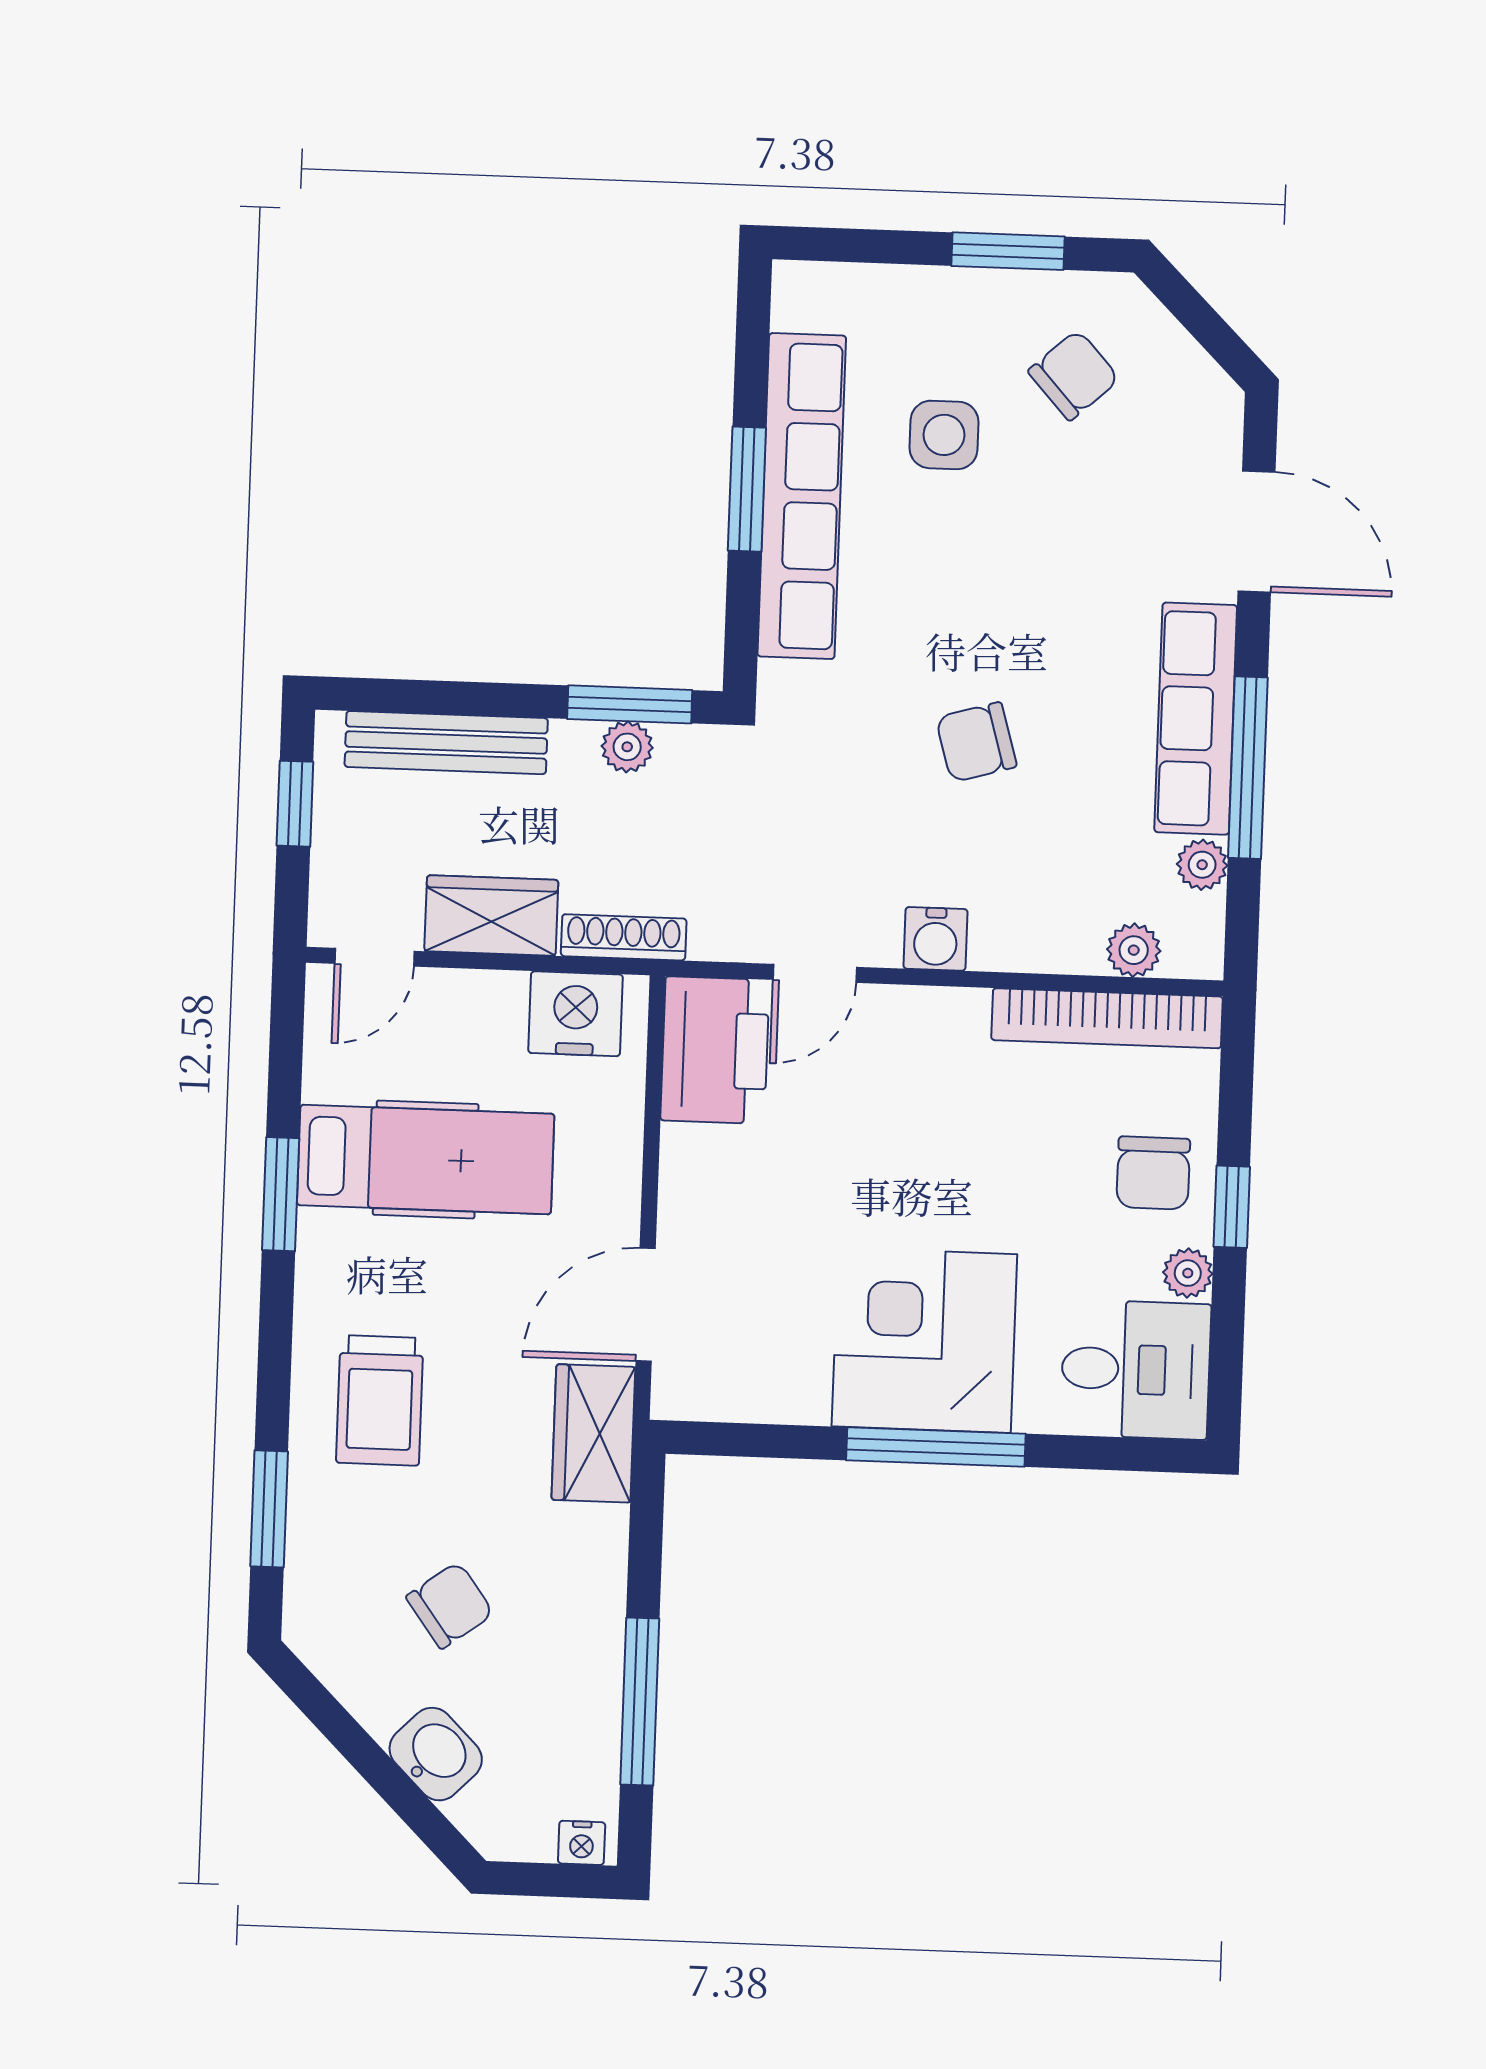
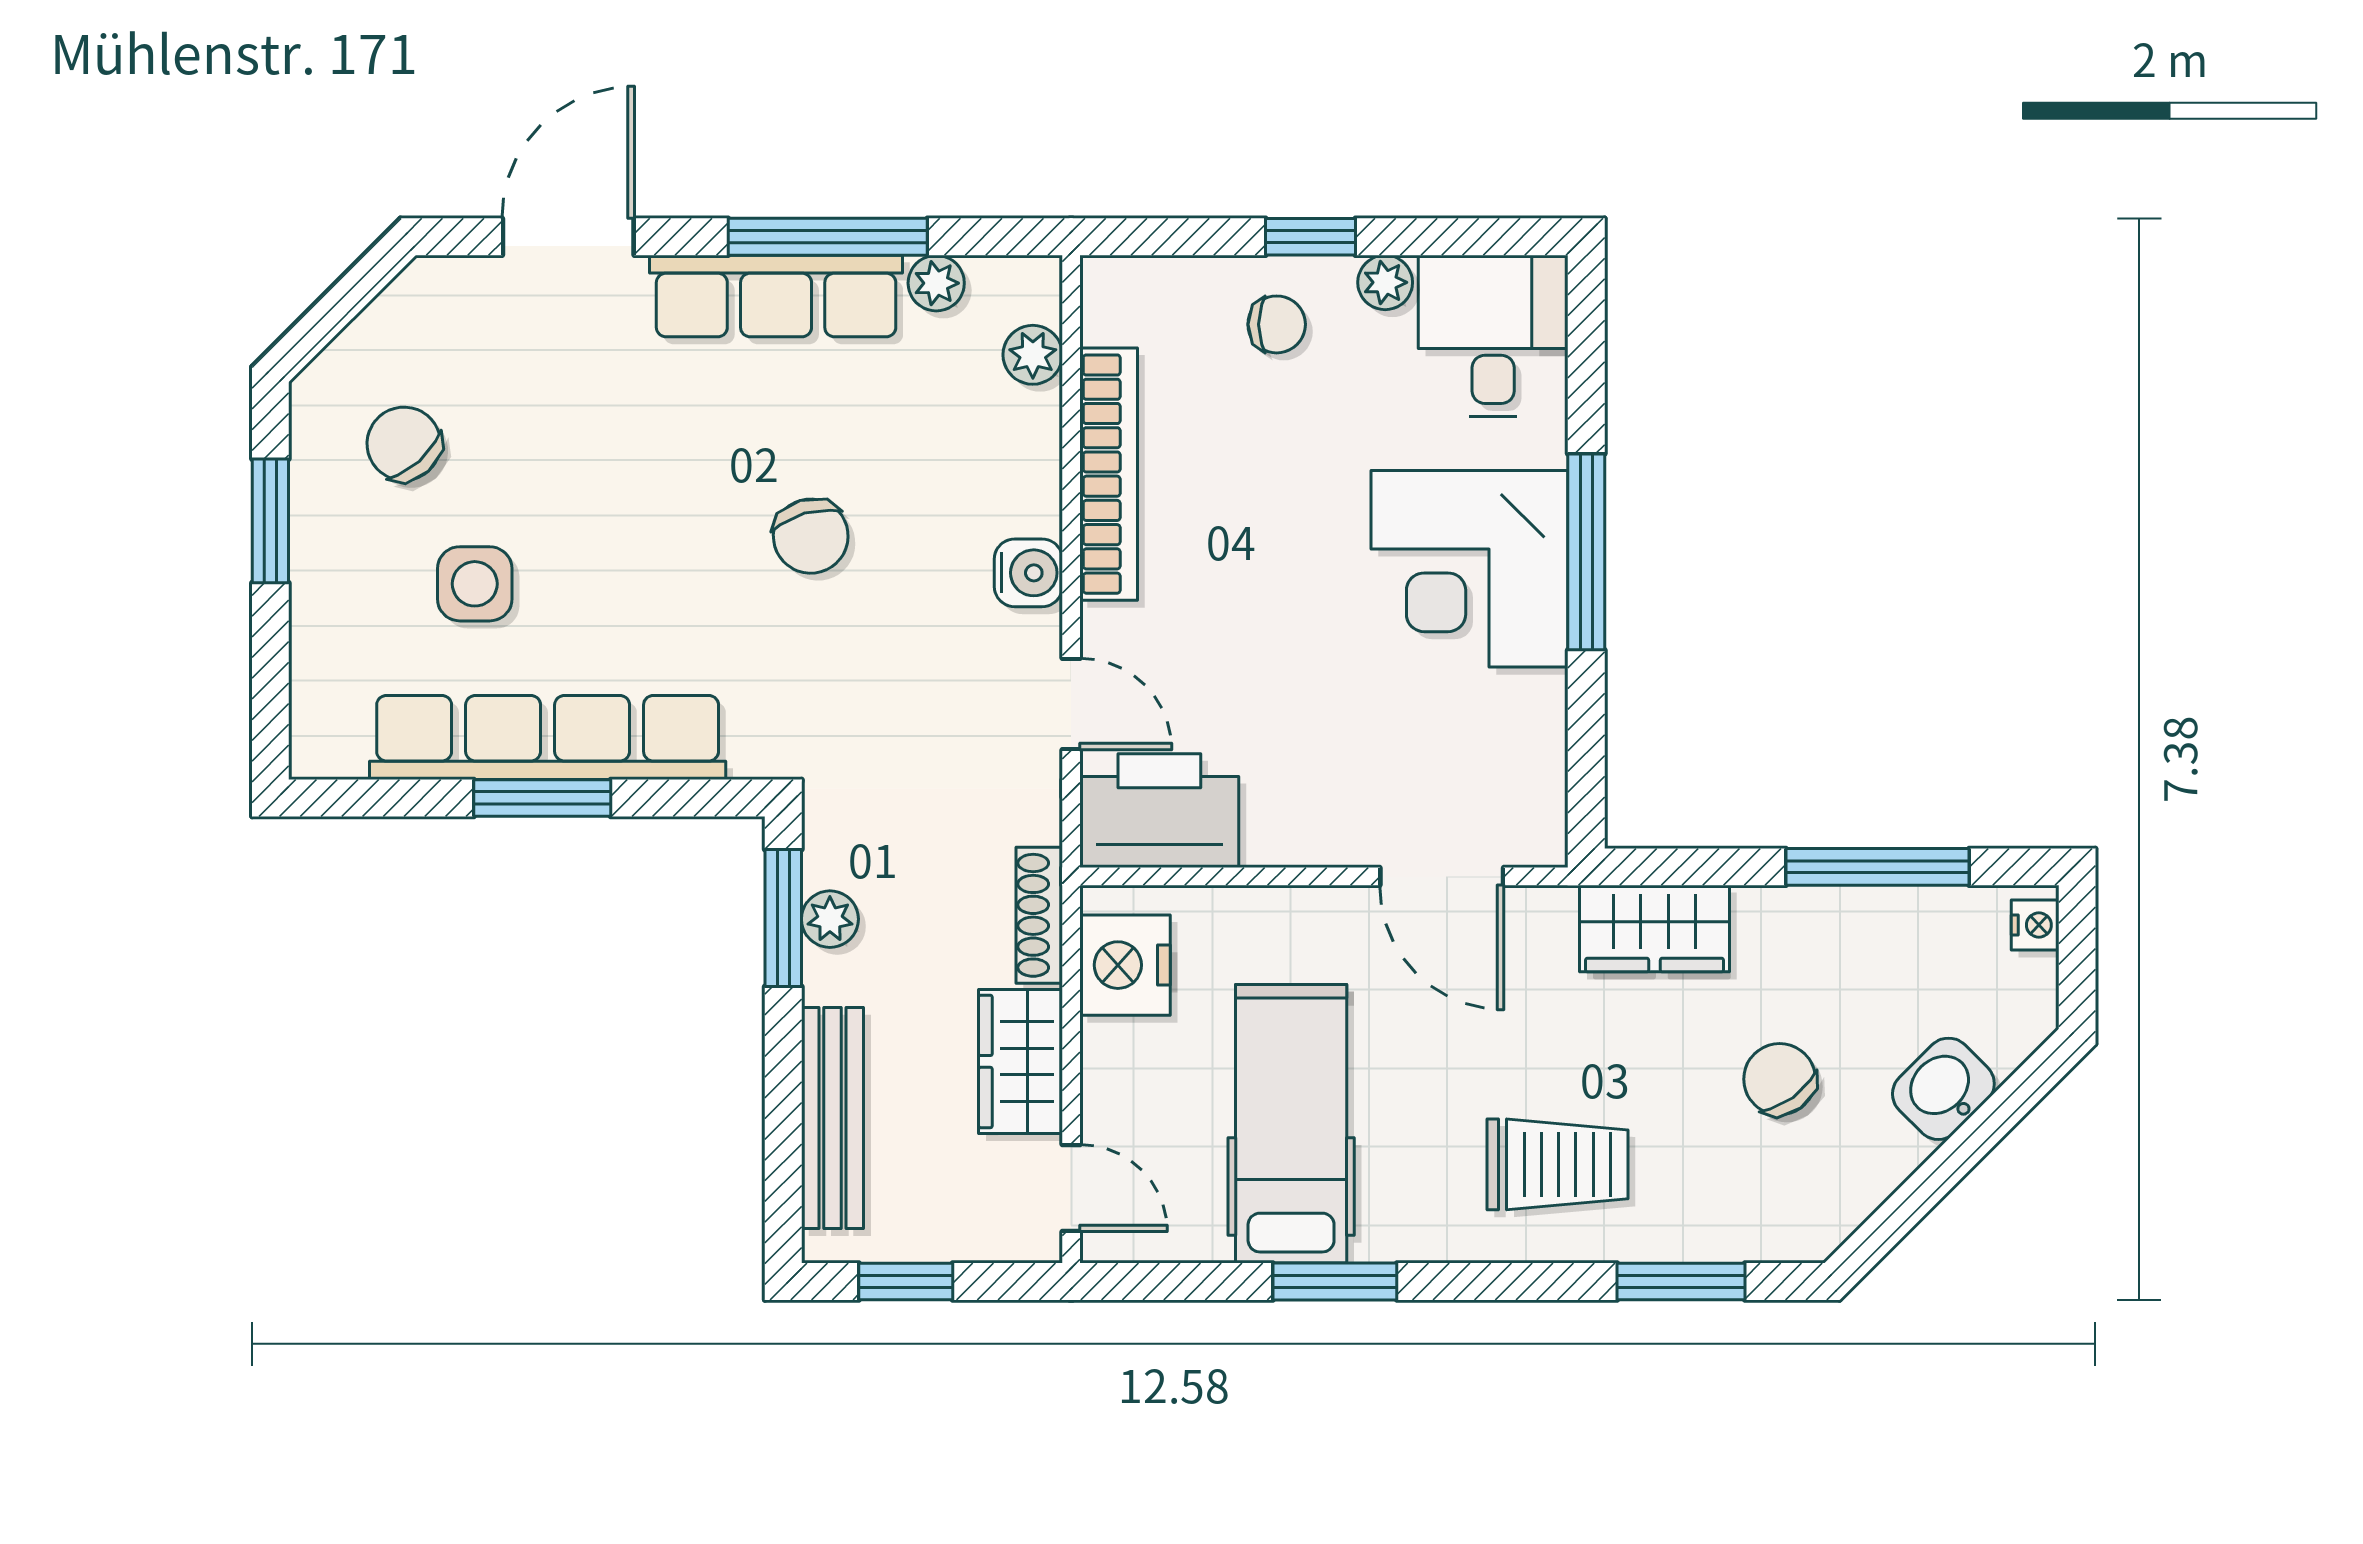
bookcase: (1107, 1018) -> (1109, 474), moved
chair: (1153, 1173) -> (1277, 324), width x0.73, depth x0.73
wardrobe: (593, 1433) -> (1655, 929), moved

